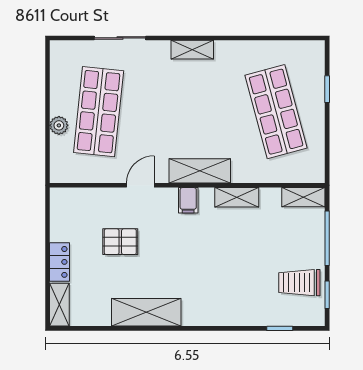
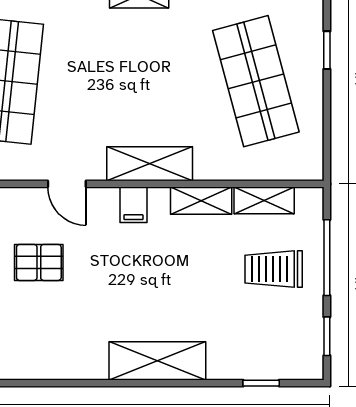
door: (140, 185) -> (67, 184), swing flipped
shelving: (303, 197) -> (264, 200), moved
trolley: (299, 283) -> (274, 269), moved
shelving: (146, 312) -> (157, 361), moved

